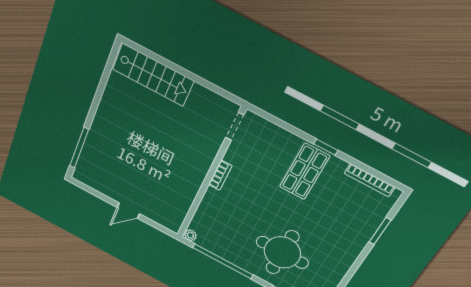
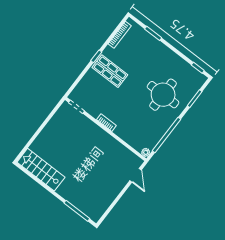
stairs: (153, 75) -> (41, 170), moved, turned -90
door: (128, 211) -> (136, 175), moved

